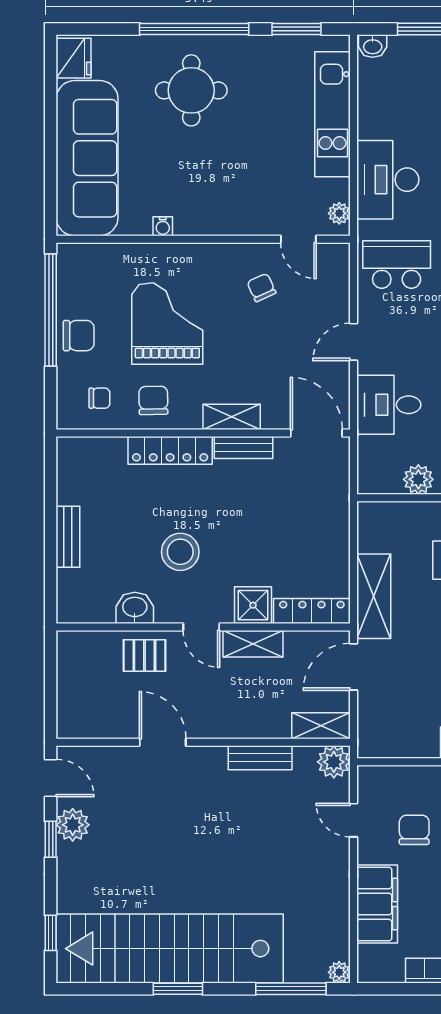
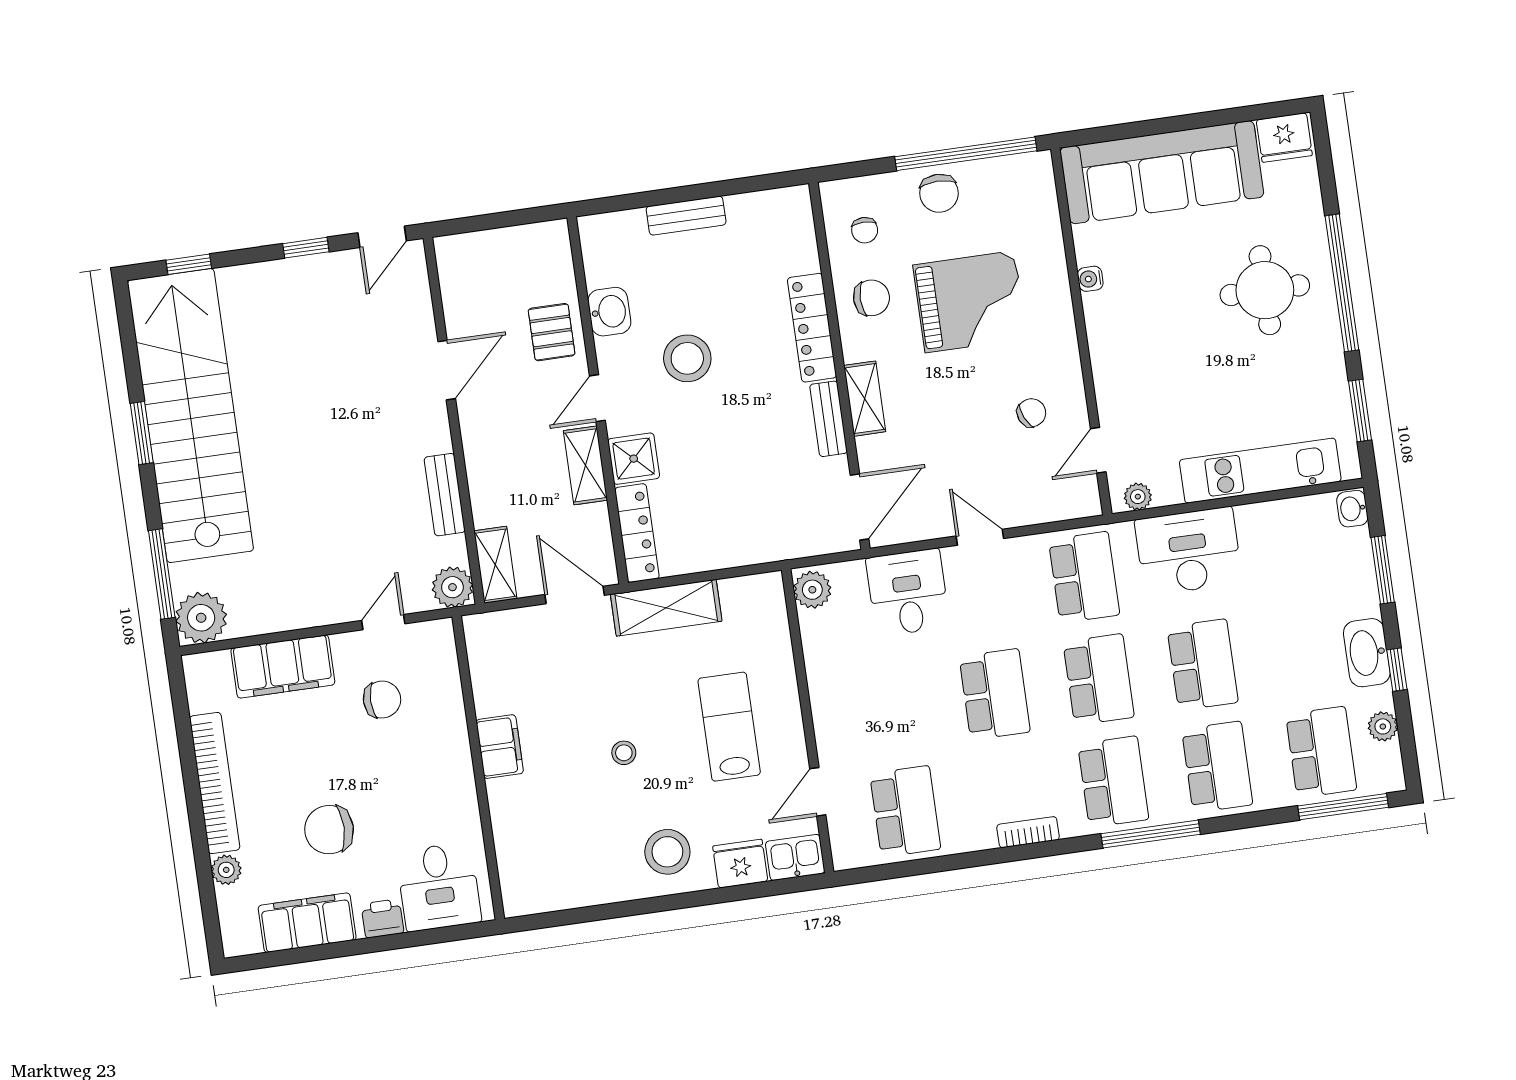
plant: (418, 479) -> (812, 590), moved
plant: (73, 825) -> (328, 273), removed
plant: (339, 972) -> (201, 618), width x1.88, depth x1.88

